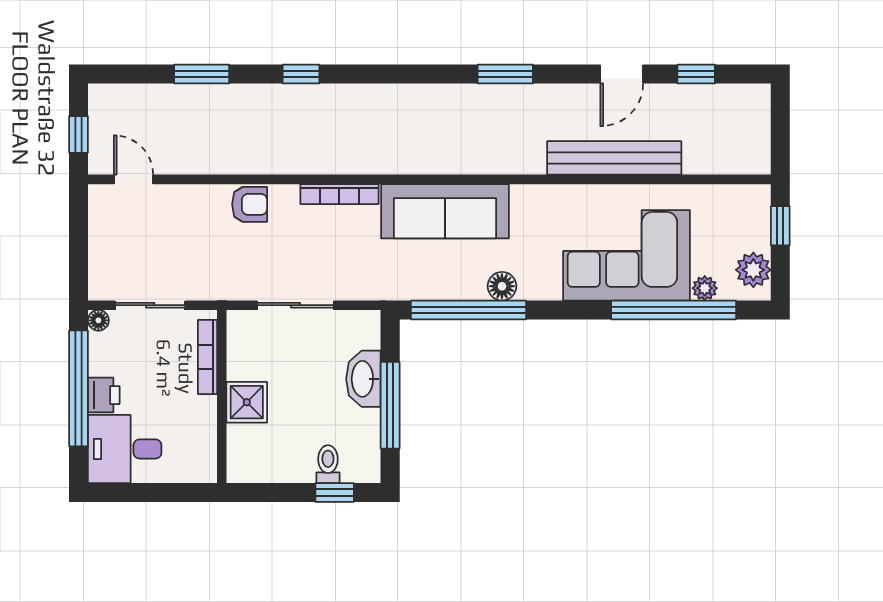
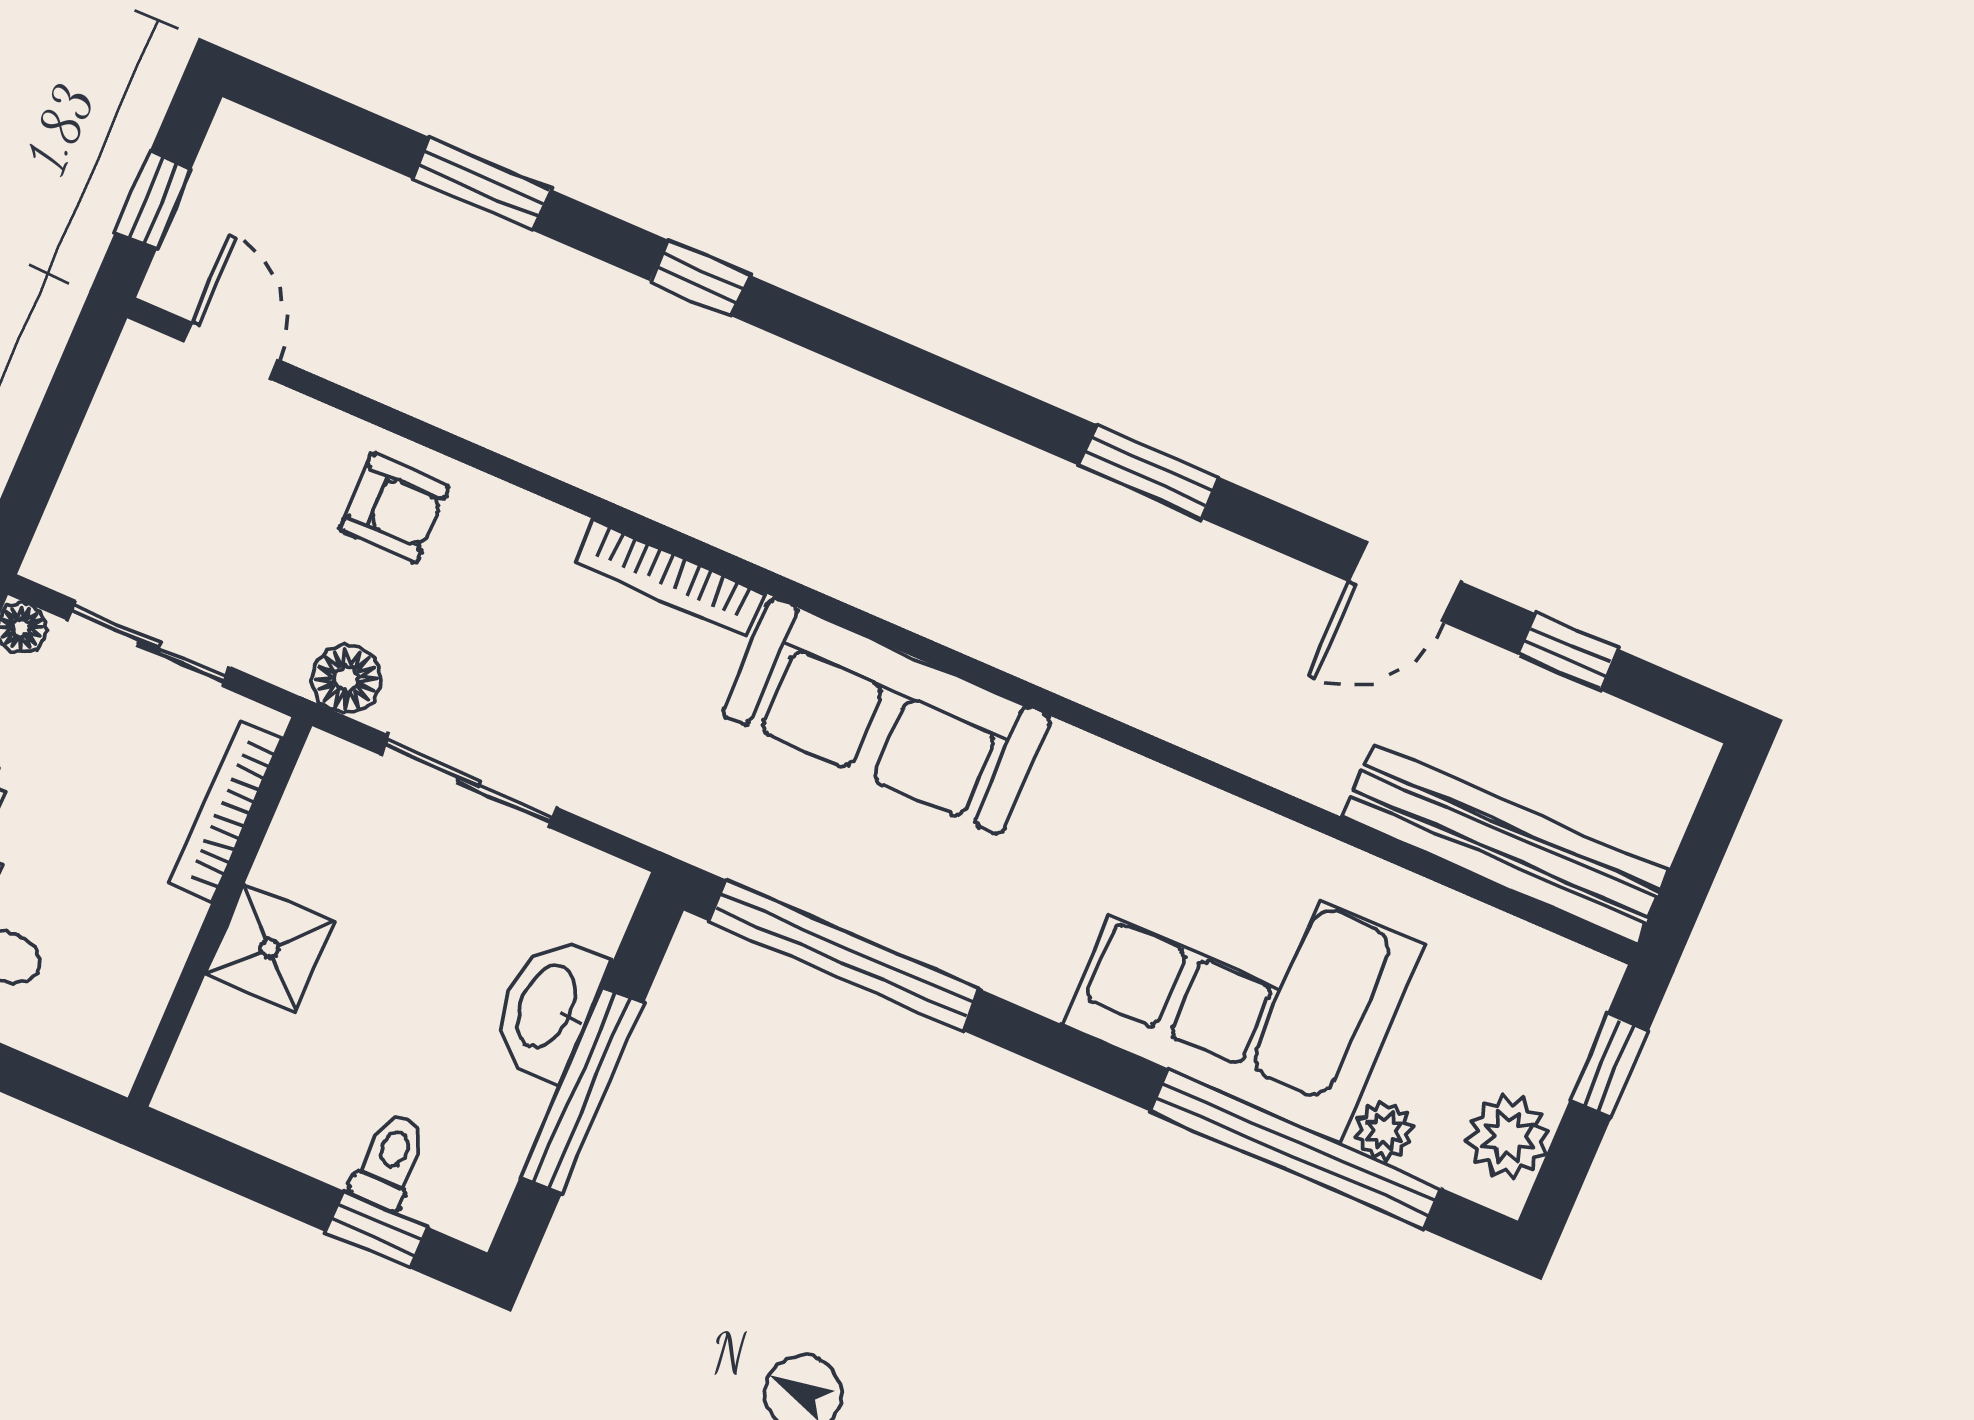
bench: (614, 158) -> (1505, 844), moved
armchair: (250, 204) -> (394, 507), moved
floor lamp: (502, 286) -> (346, 679), moved

